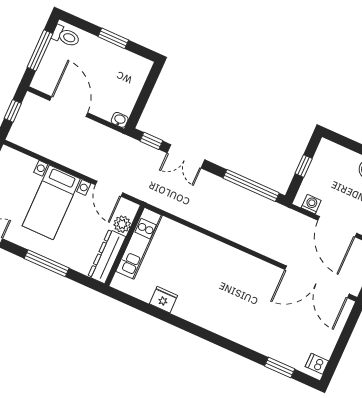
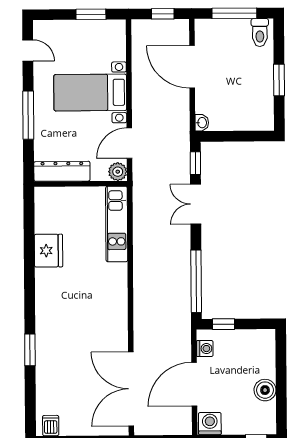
door: (69, 107) -> (192, 67), swing flipped
window: (304, 166) -> (224, 324), moved
plant: (122, 224) -> (118, 172), moved
kitchen unit: (139, 243) -> (117, 224), moved, turned 90
fridge: (163, 300) -> (48, 251), width x1.36, depth x1.34
window: (280, 368) -> (30, 350), moved

